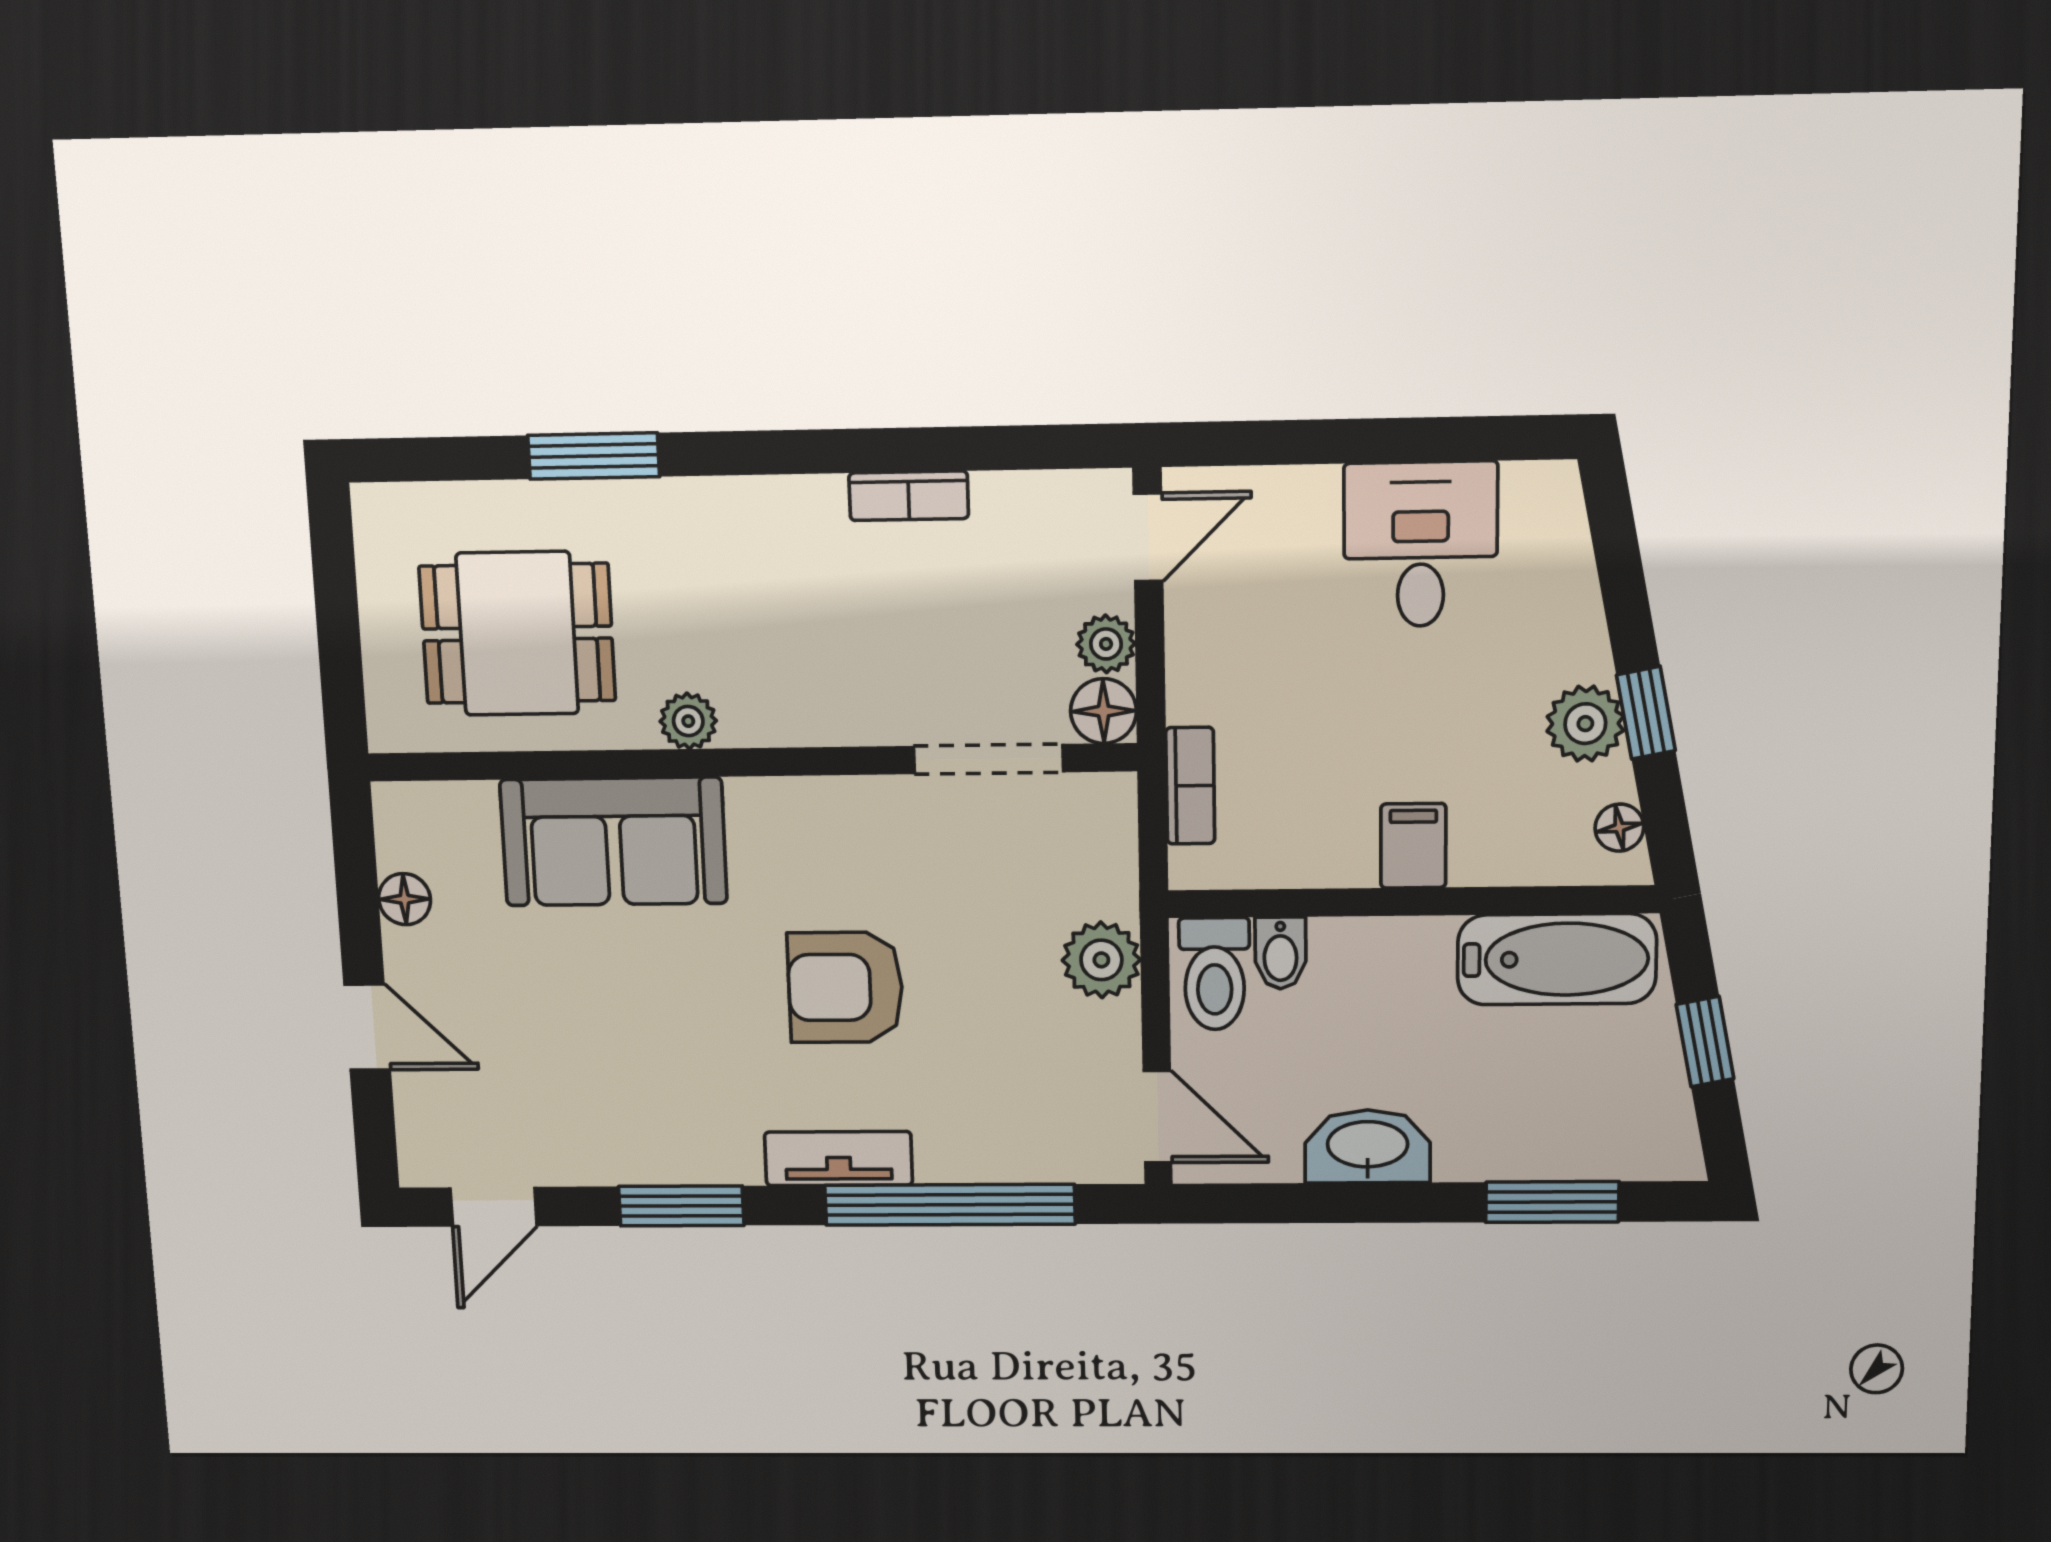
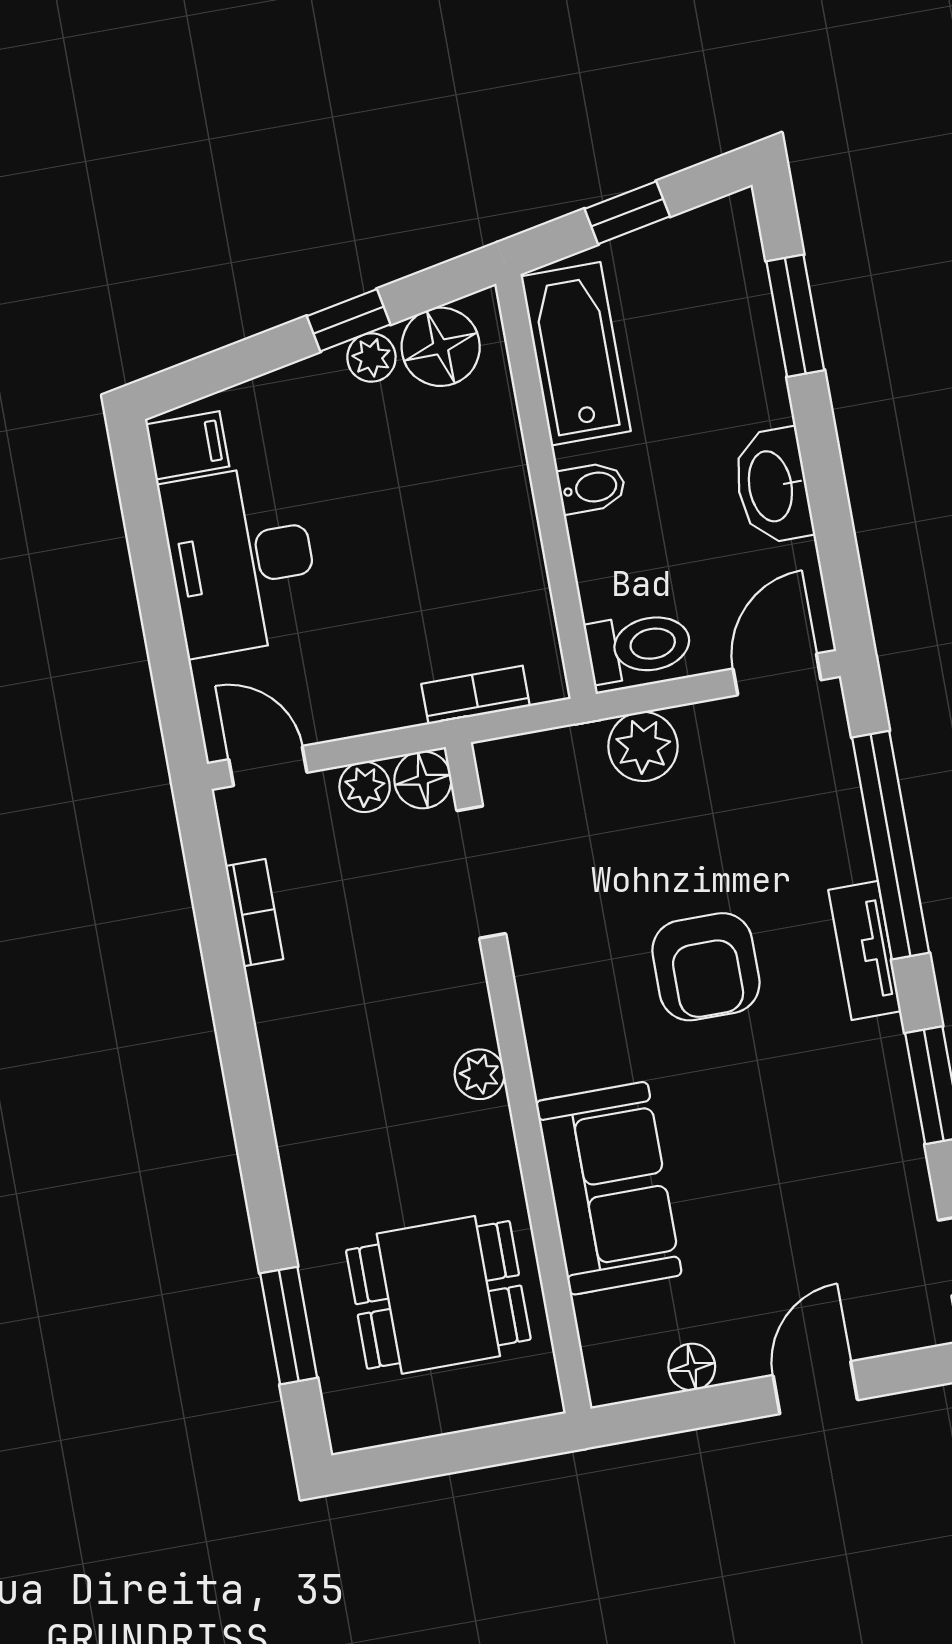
window: (594, 456) -> (289, 1326), moved
bookcase: (909, 496) -> (254, 913), moved
desk: (1421, 544) -> (241, 560), width x1.37
dining table: (517, 633) -> (438, 1295), turned 90
plant: (688, 721) -> (480, 1074), moved
plant: (1585, 724) -> (371, 358), width x0.73, depth x0.73
floor lamp: (1619, 828) -> (441, 347), width x1.89, depth x1.89
filing cabinet: (1413, 846) -> (188, 445), moved, turned 180
bidet: (1280, 953) -> (592, 488), moved

